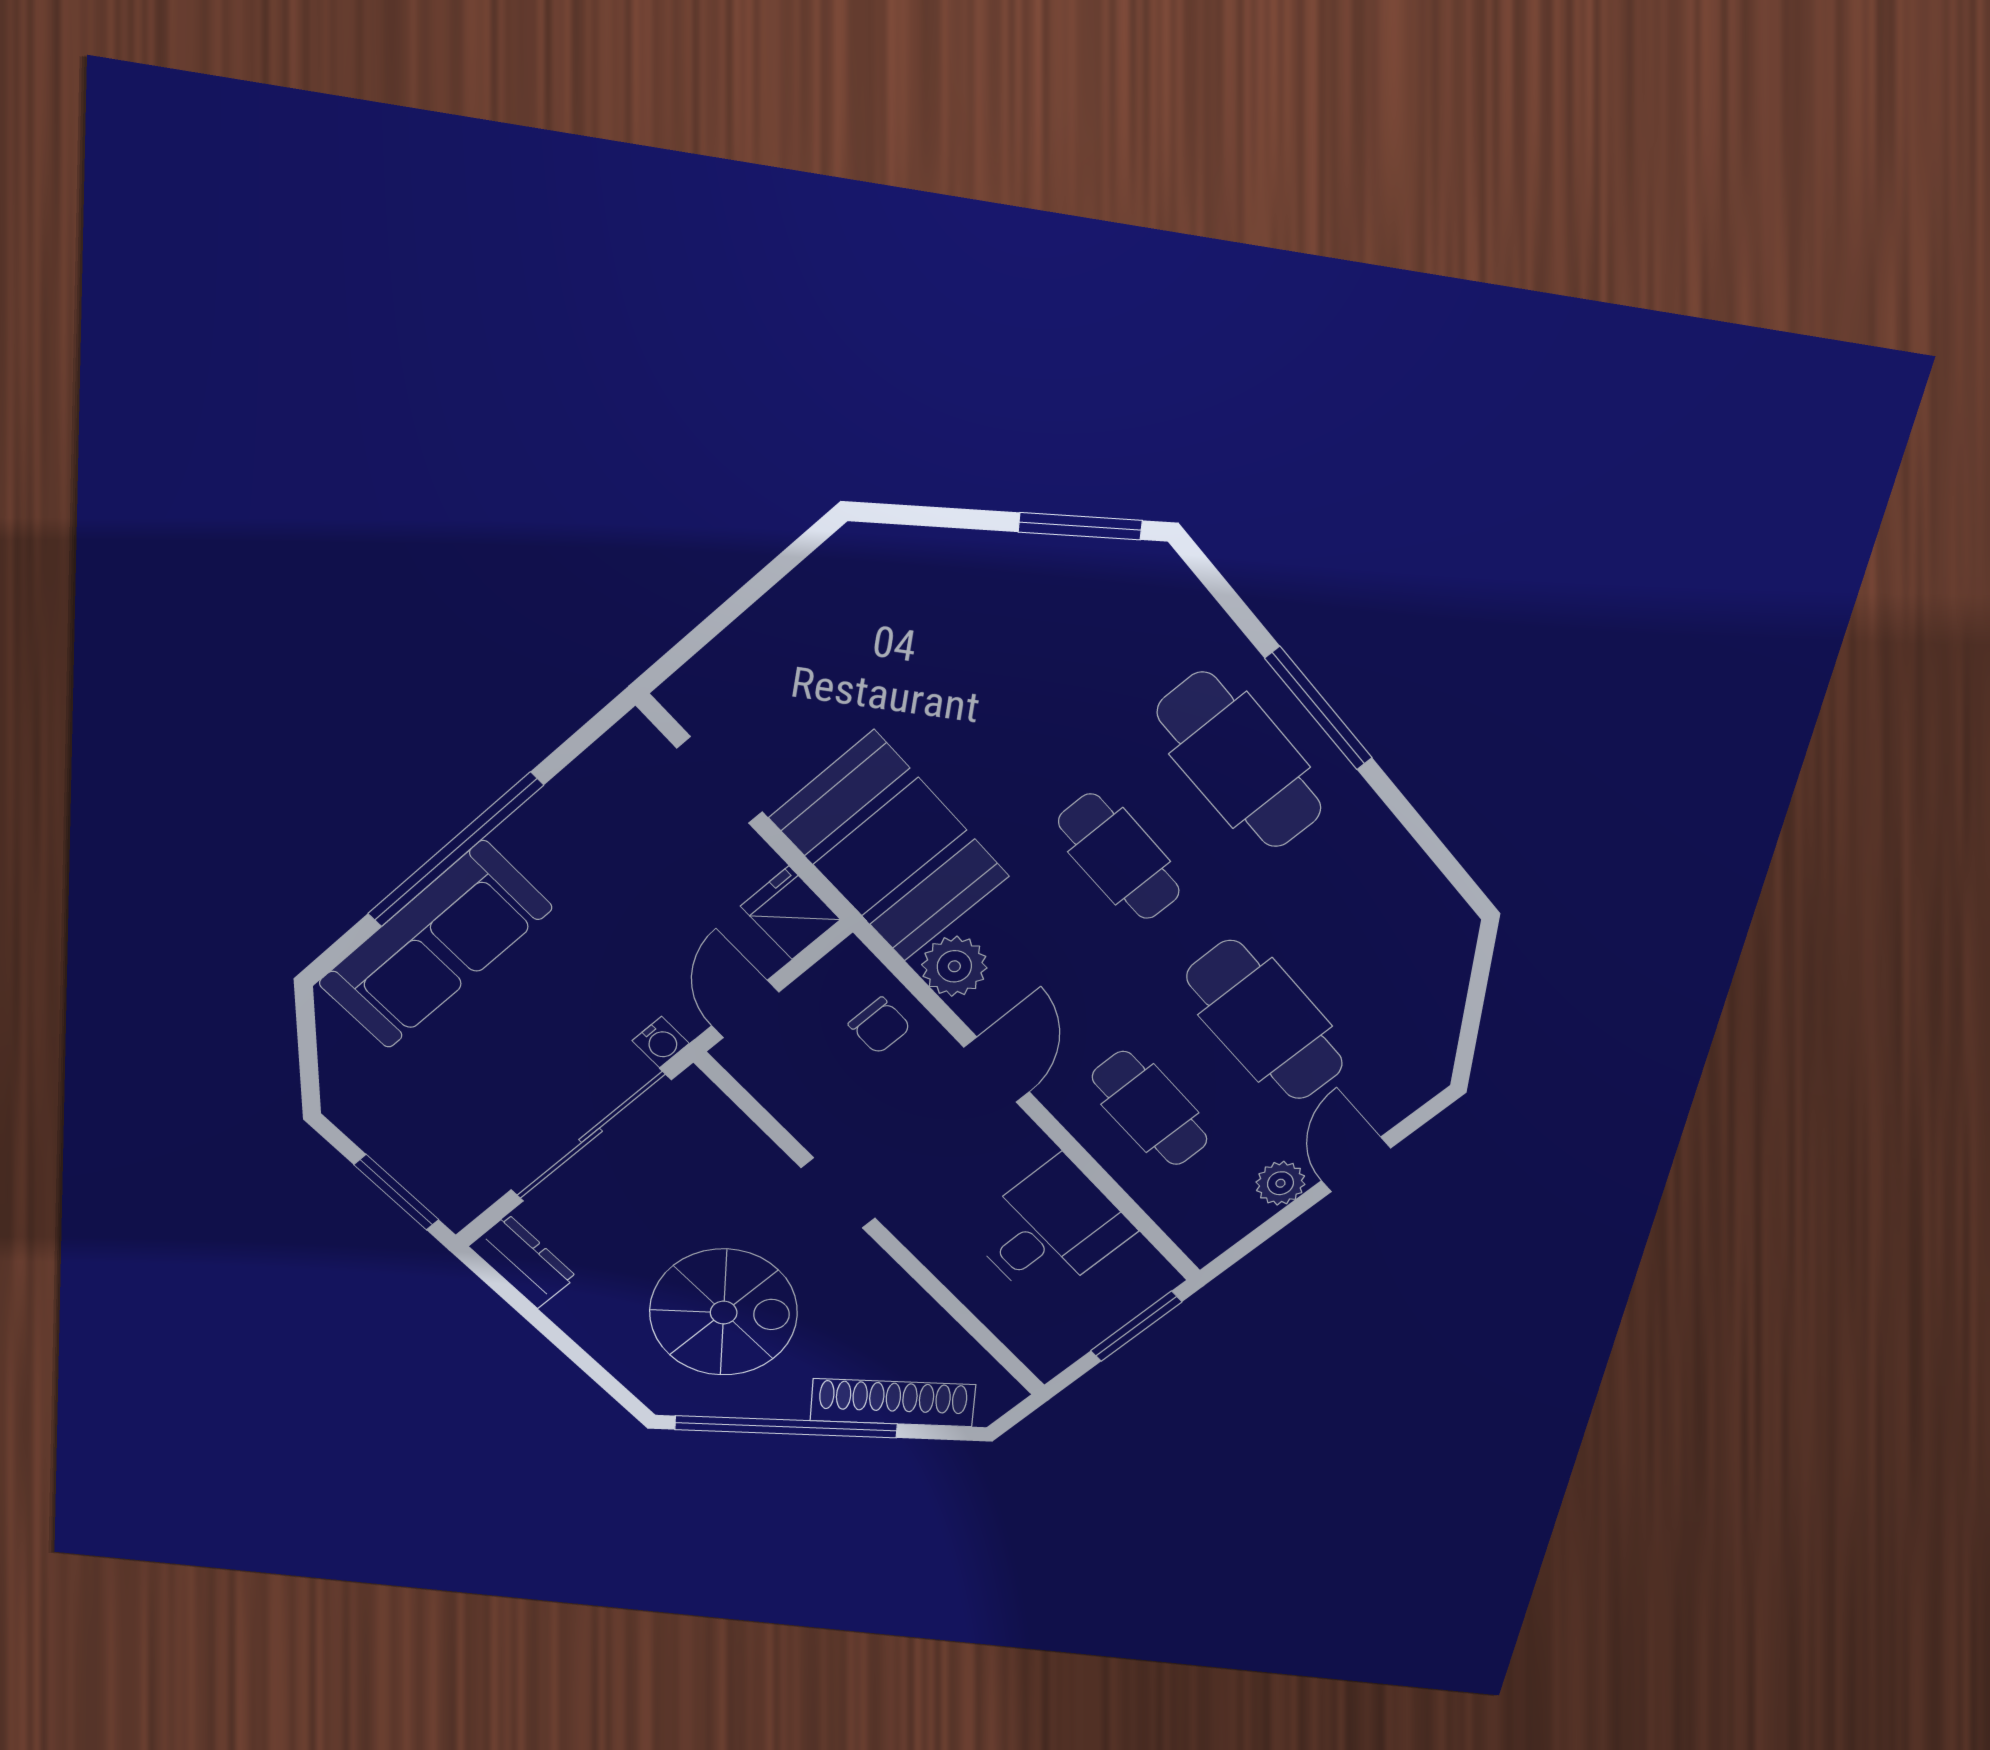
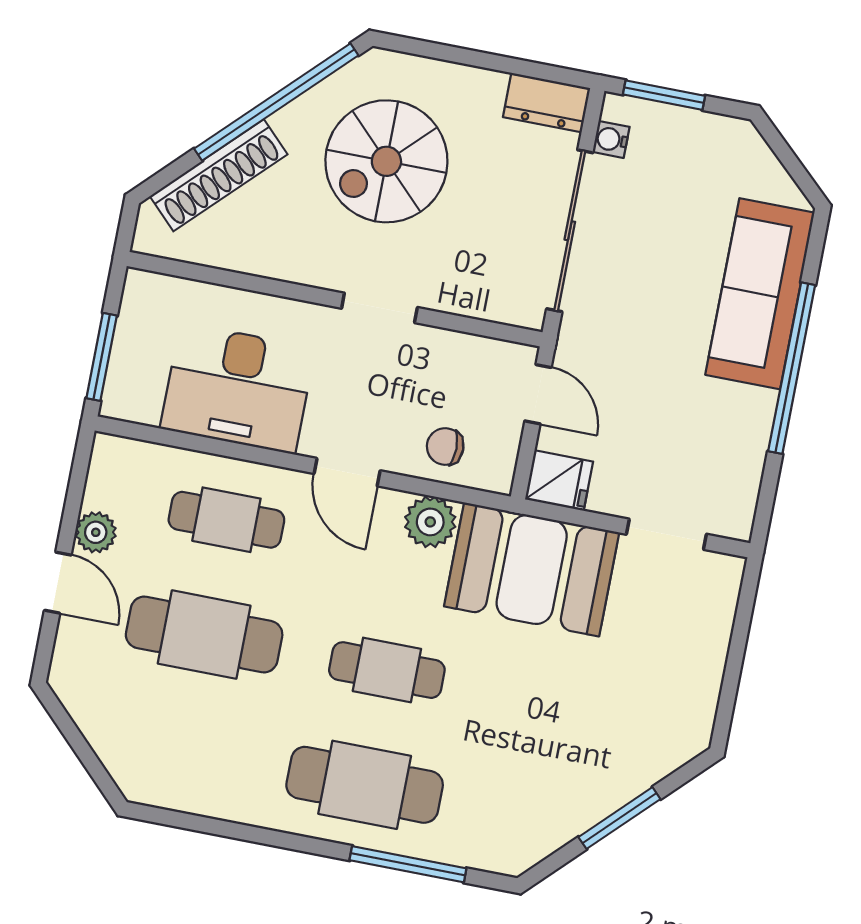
window: (1080, 526) -> (619, 818), moved
window: (1319, 708) -> (408, 864), moved
water cooler: (661, 1042) -> (611, 139), moved
desk: (1050, 1230) -> (238, 388), width x1.37

